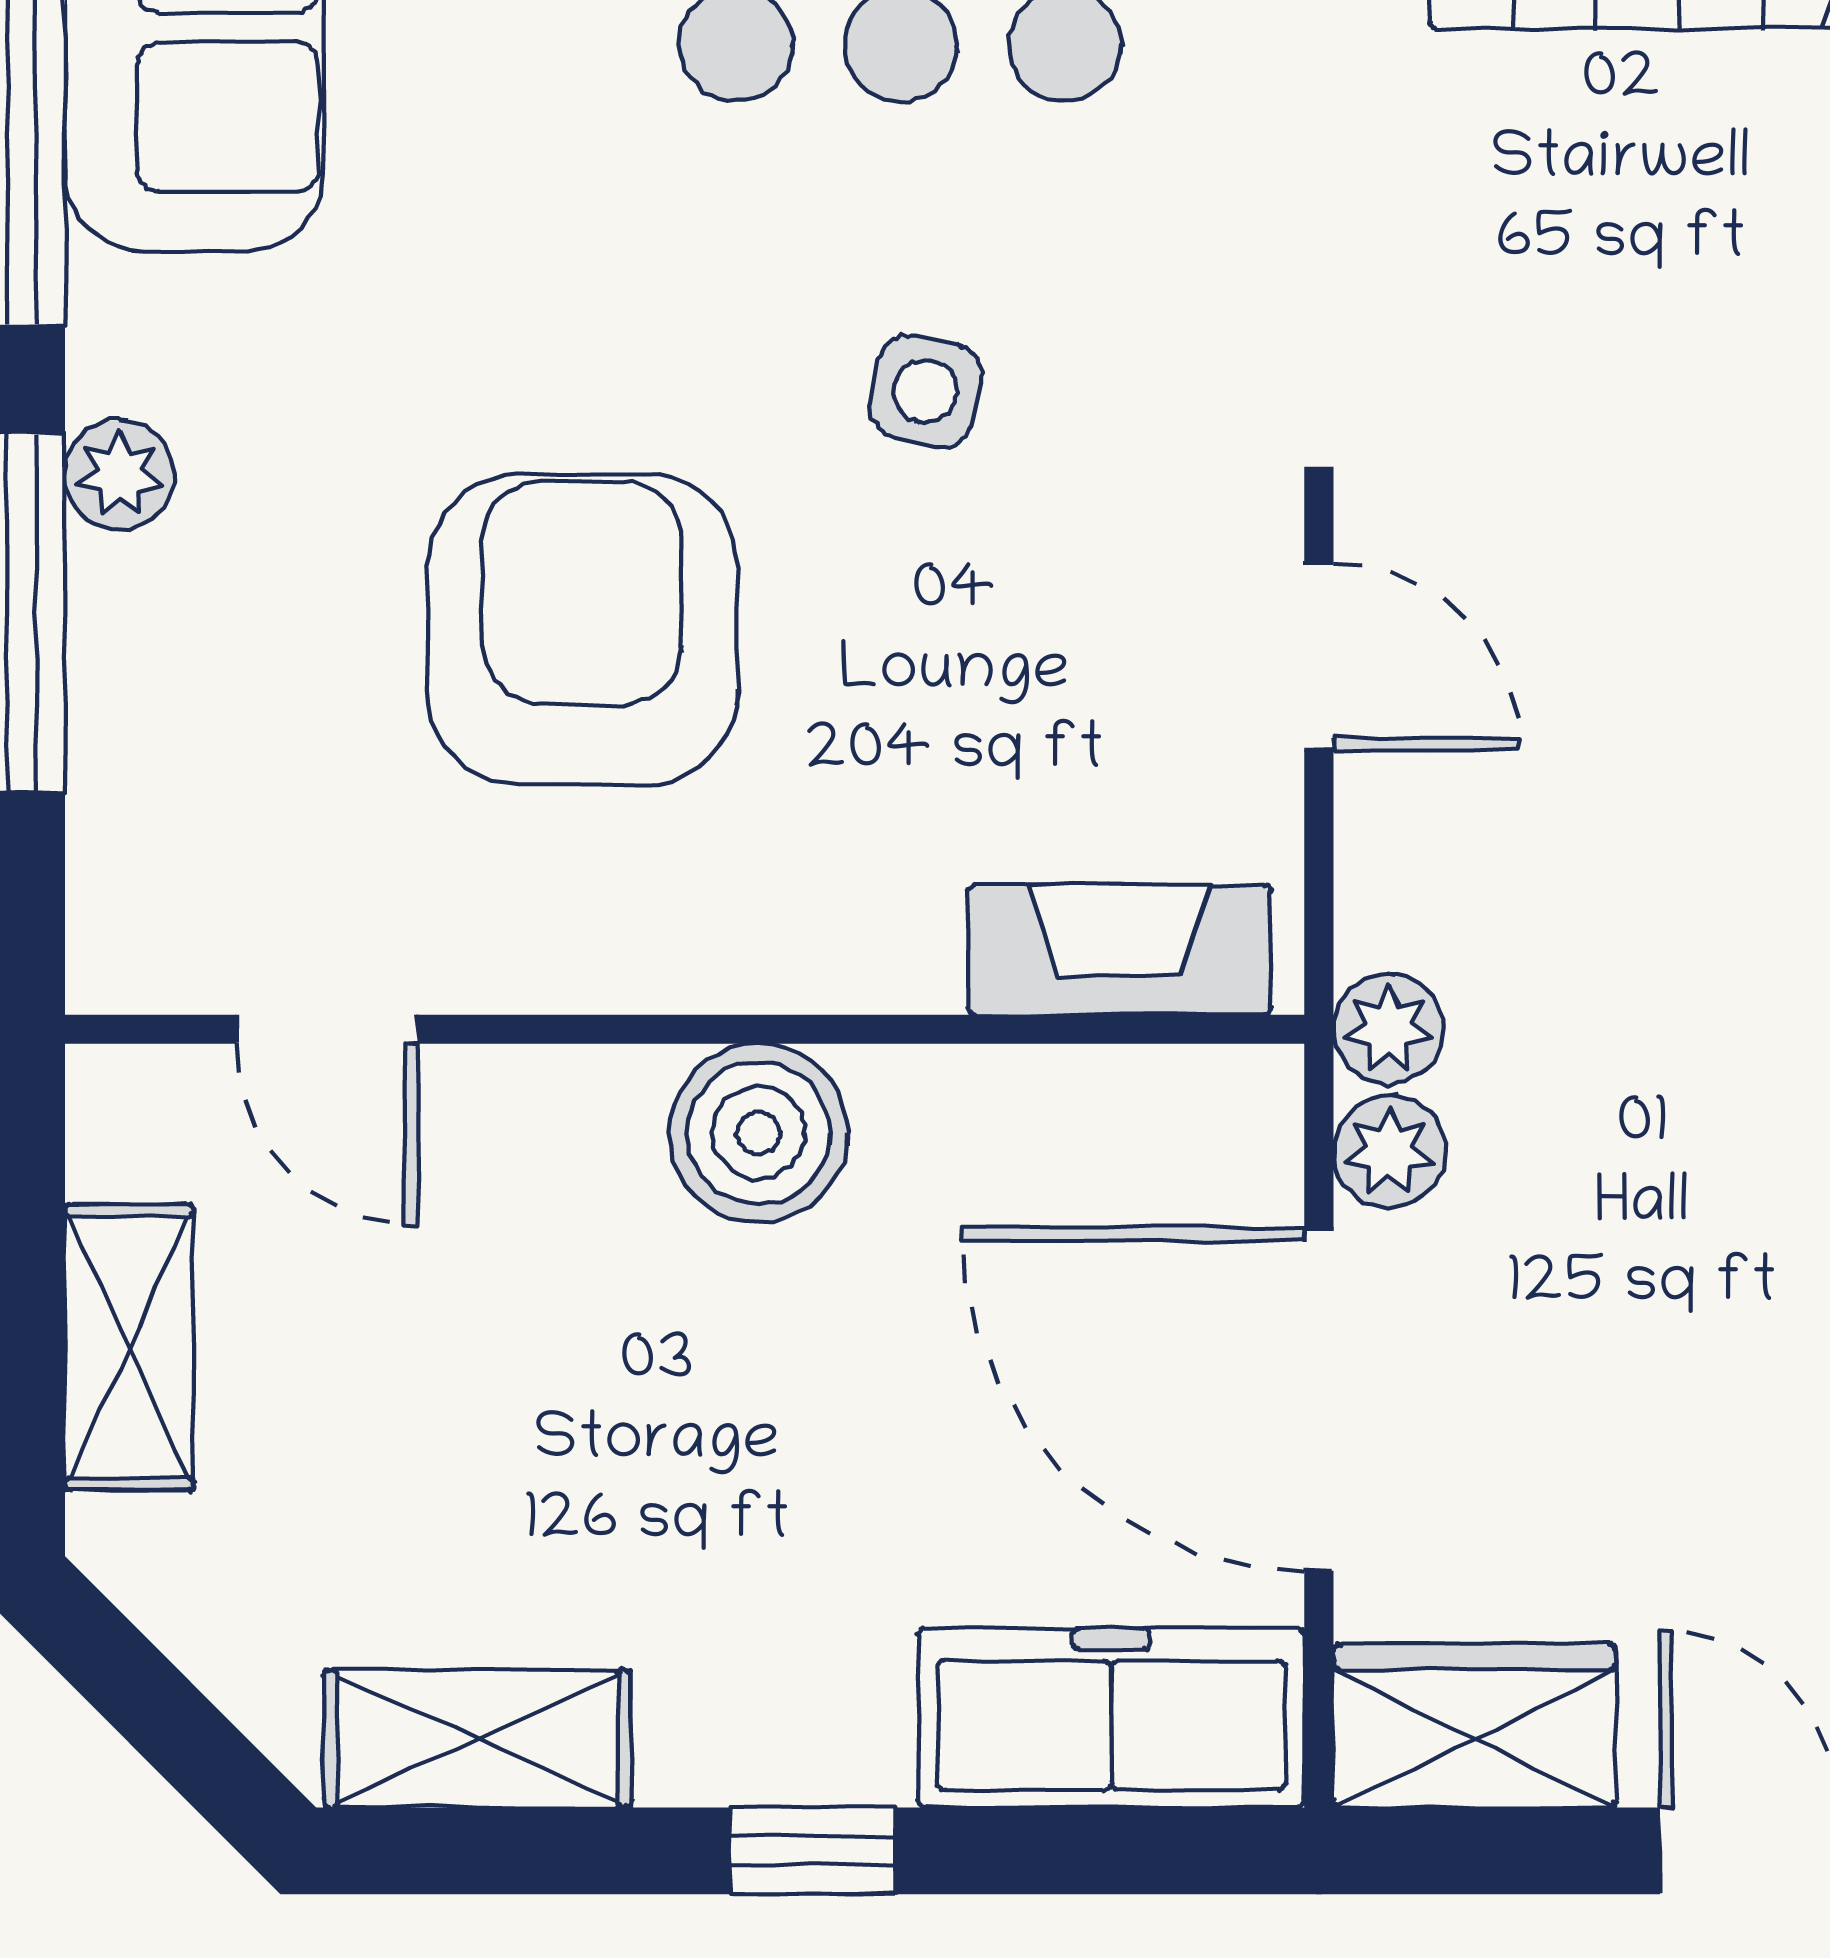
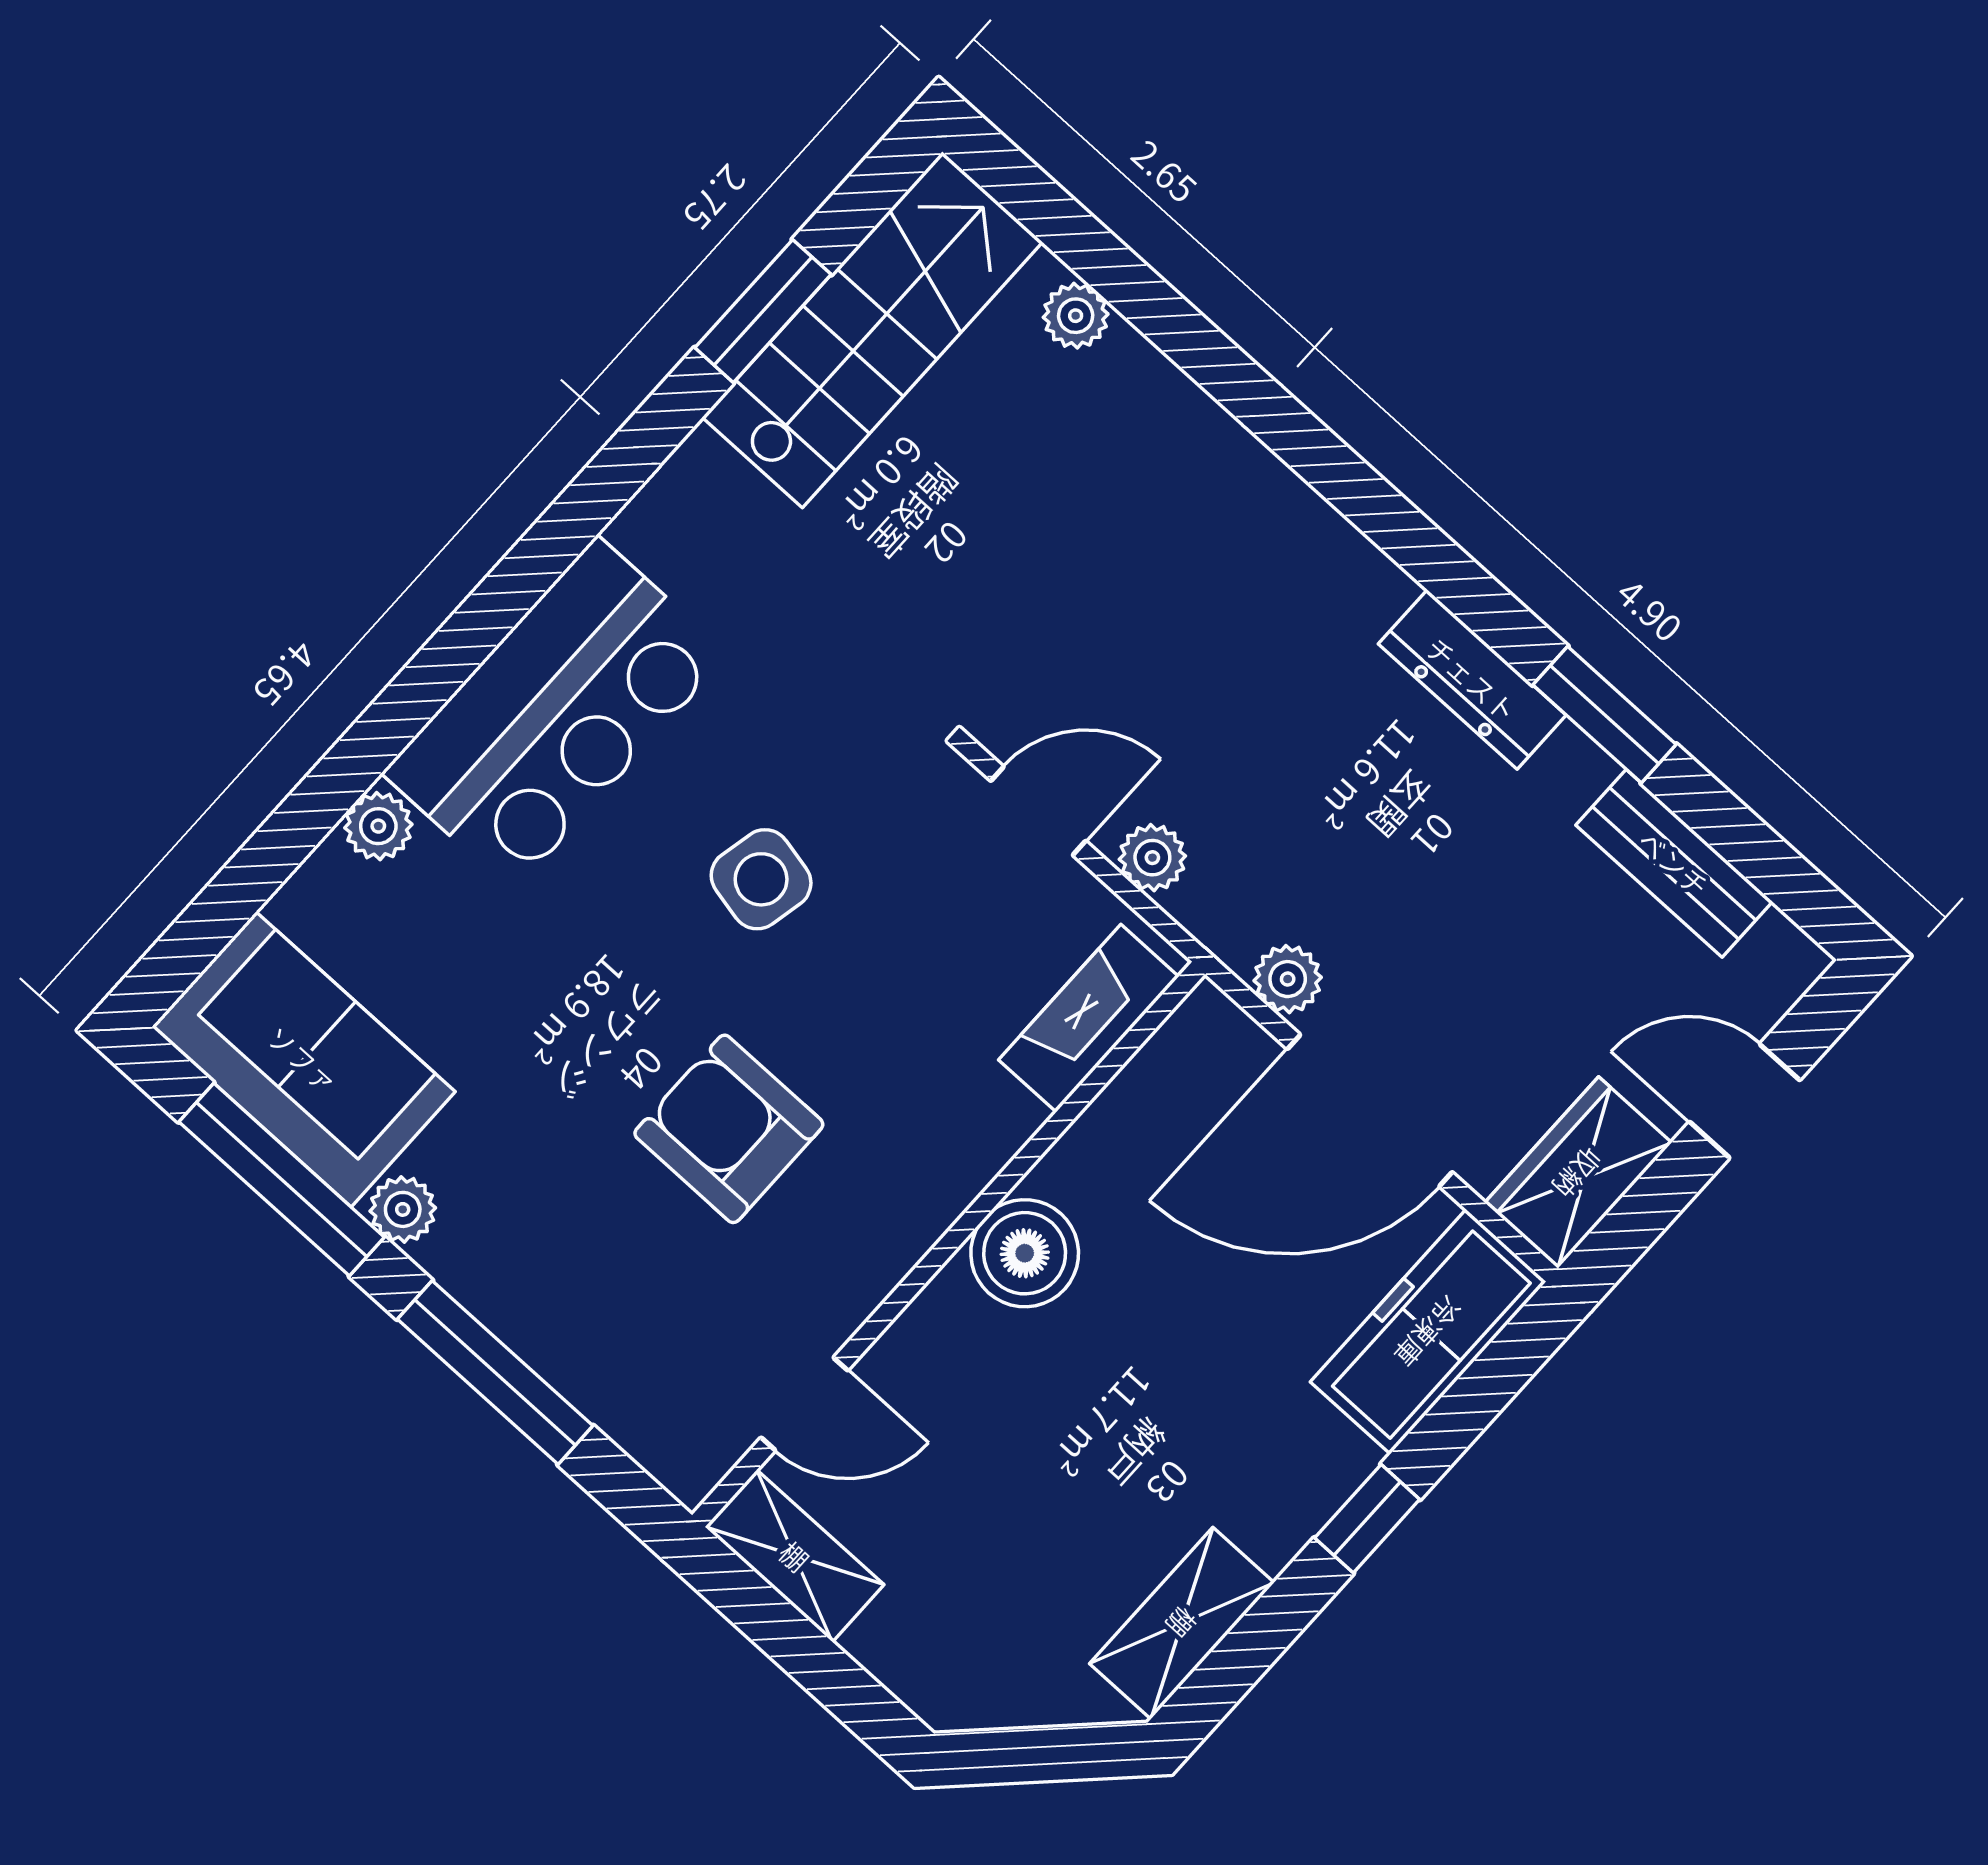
side table: (926, 391) -> (761, 879), width x1.37, depth x1.37
plant: (119, 475) -> (403, 1209), moved
armchair: (582, 630) -> (729, 1129), width x0.73, depth x0.73
plant: (1389, 1029) -> (1152, 858), moved
shelving: (129, 1347) -> (795, 1556), moved

